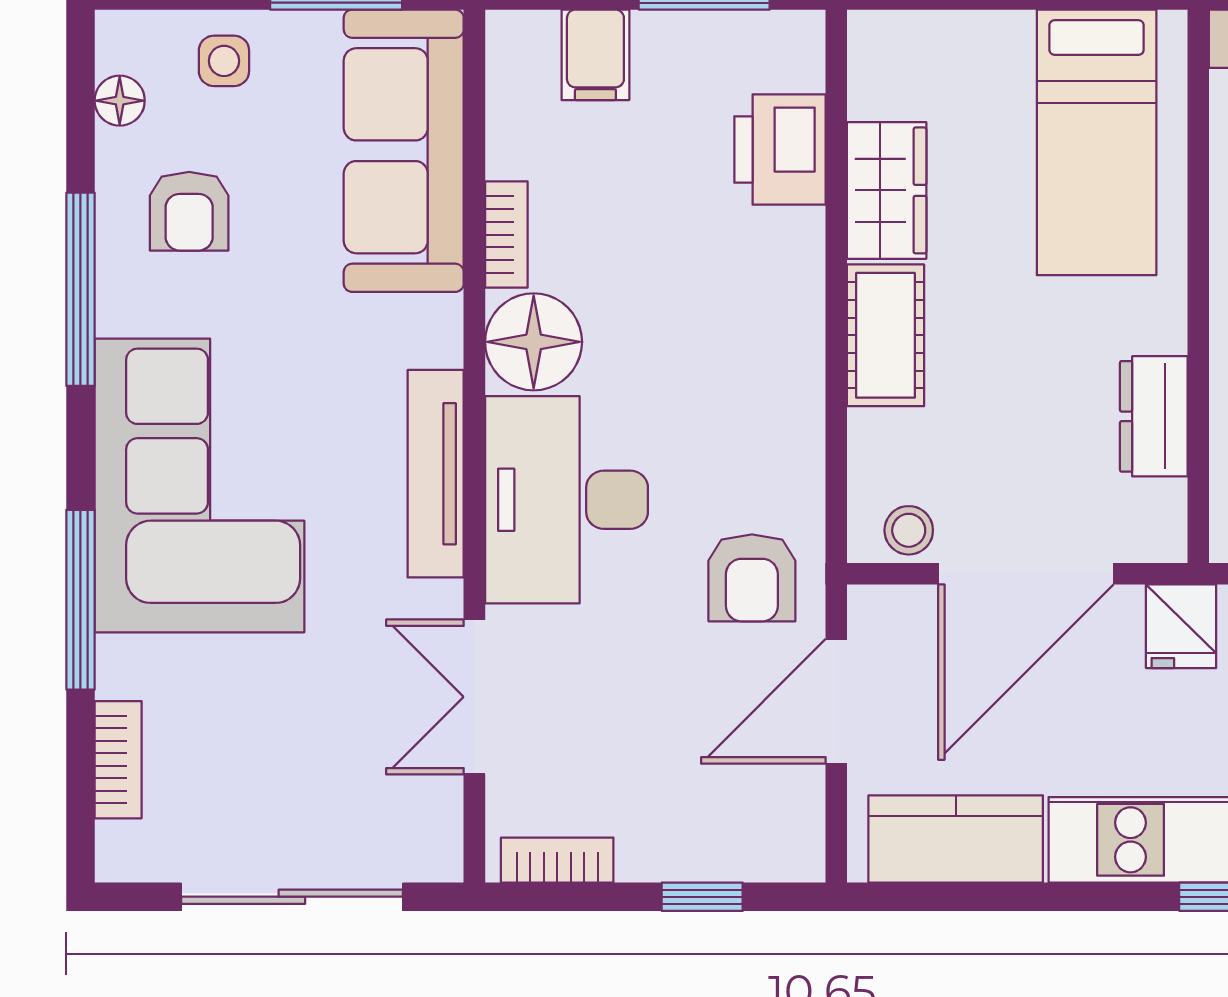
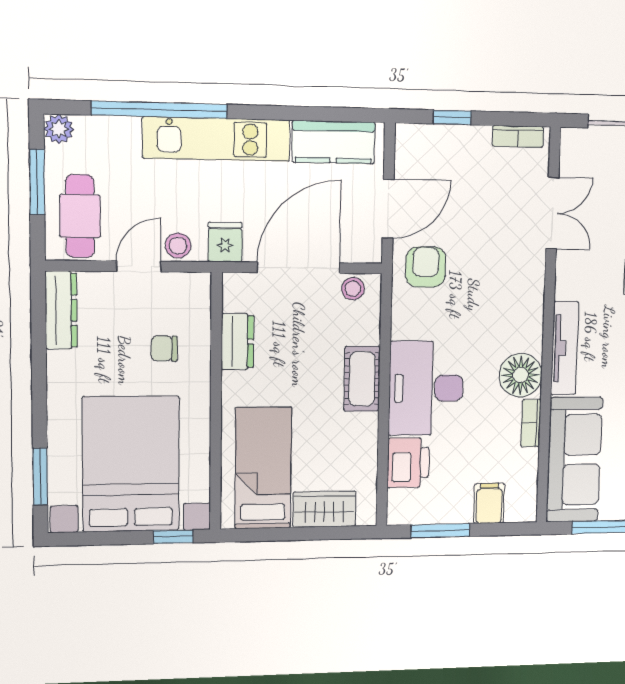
wardrobe: (887, 190) -> (324, 509), moved, turned 90
tv unit: (436, 474) -> (565, 348), moved
desk: (566, 500) -> (426, 388), moved, turned 180

